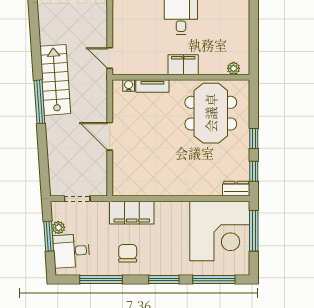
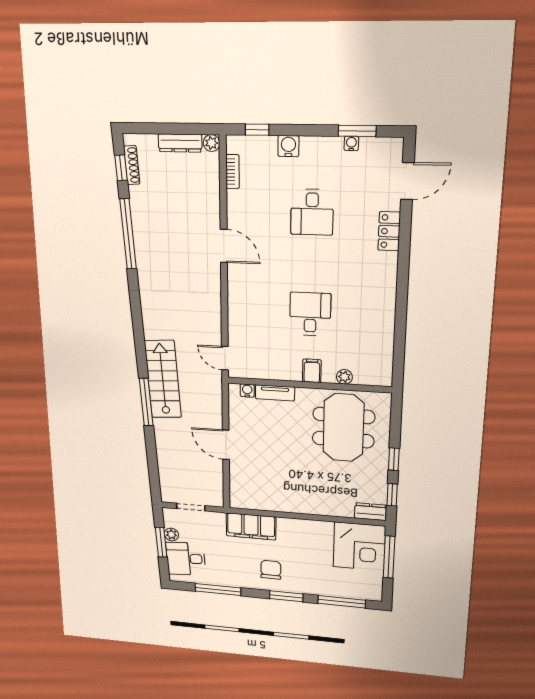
filing cabinet: (183, 65) -> (312, 371), width x0.50
plant: (234, 68) -> (344, 377), moved
corner desk: (220, 231) -> (359, 547), width x0.74, depth x0.74
chair: (128, 253) -> (271, 570), moved

